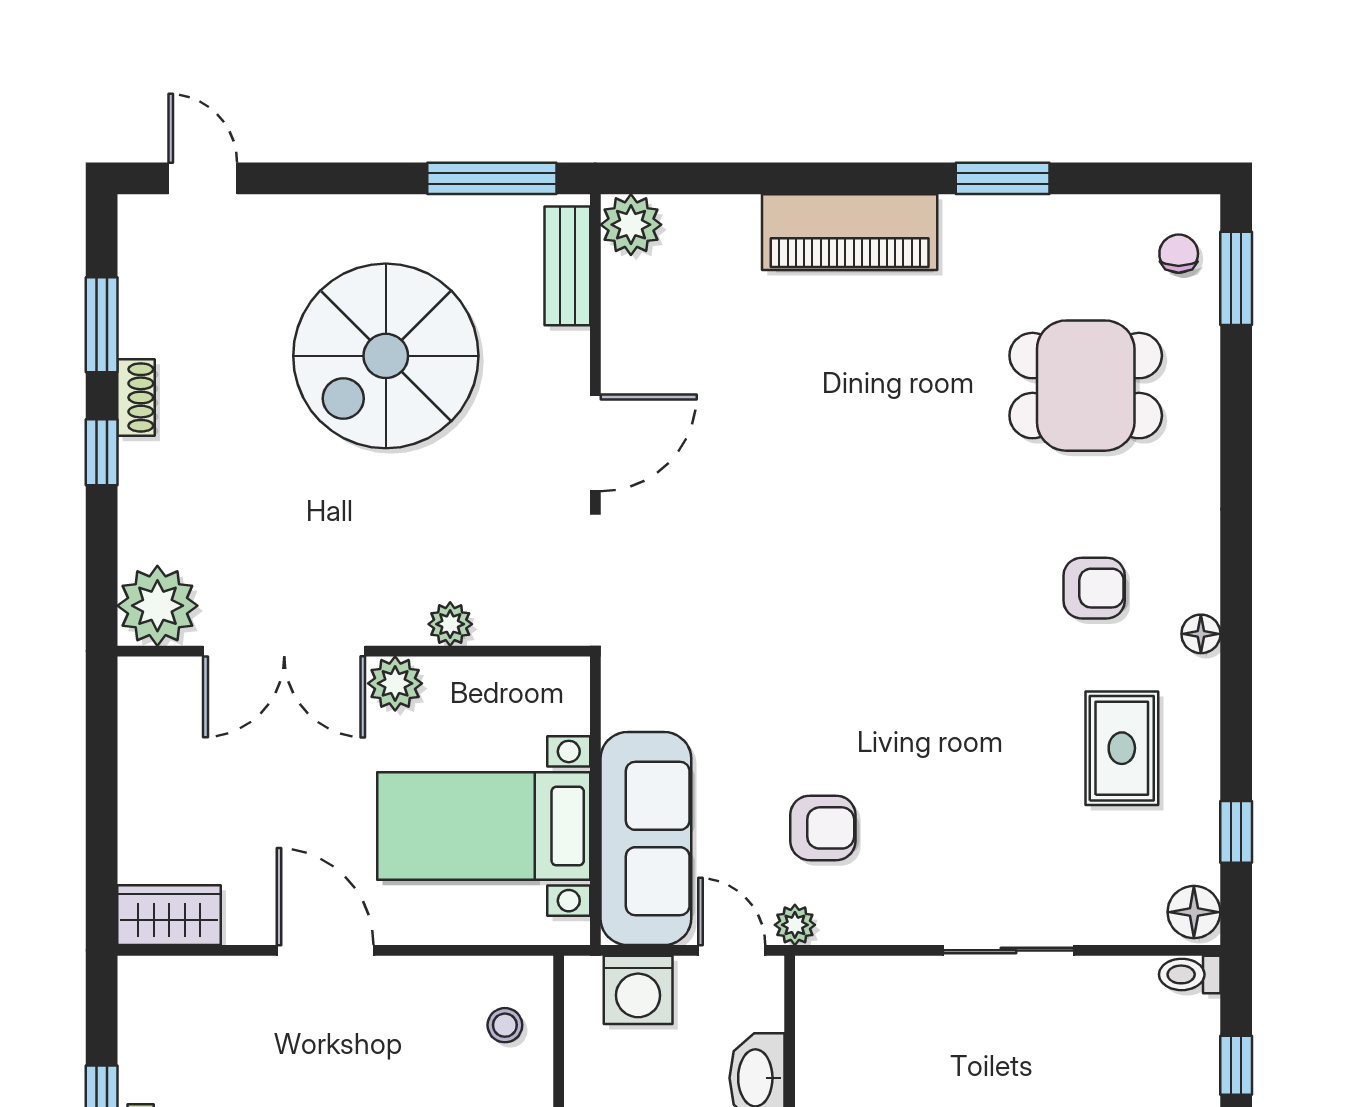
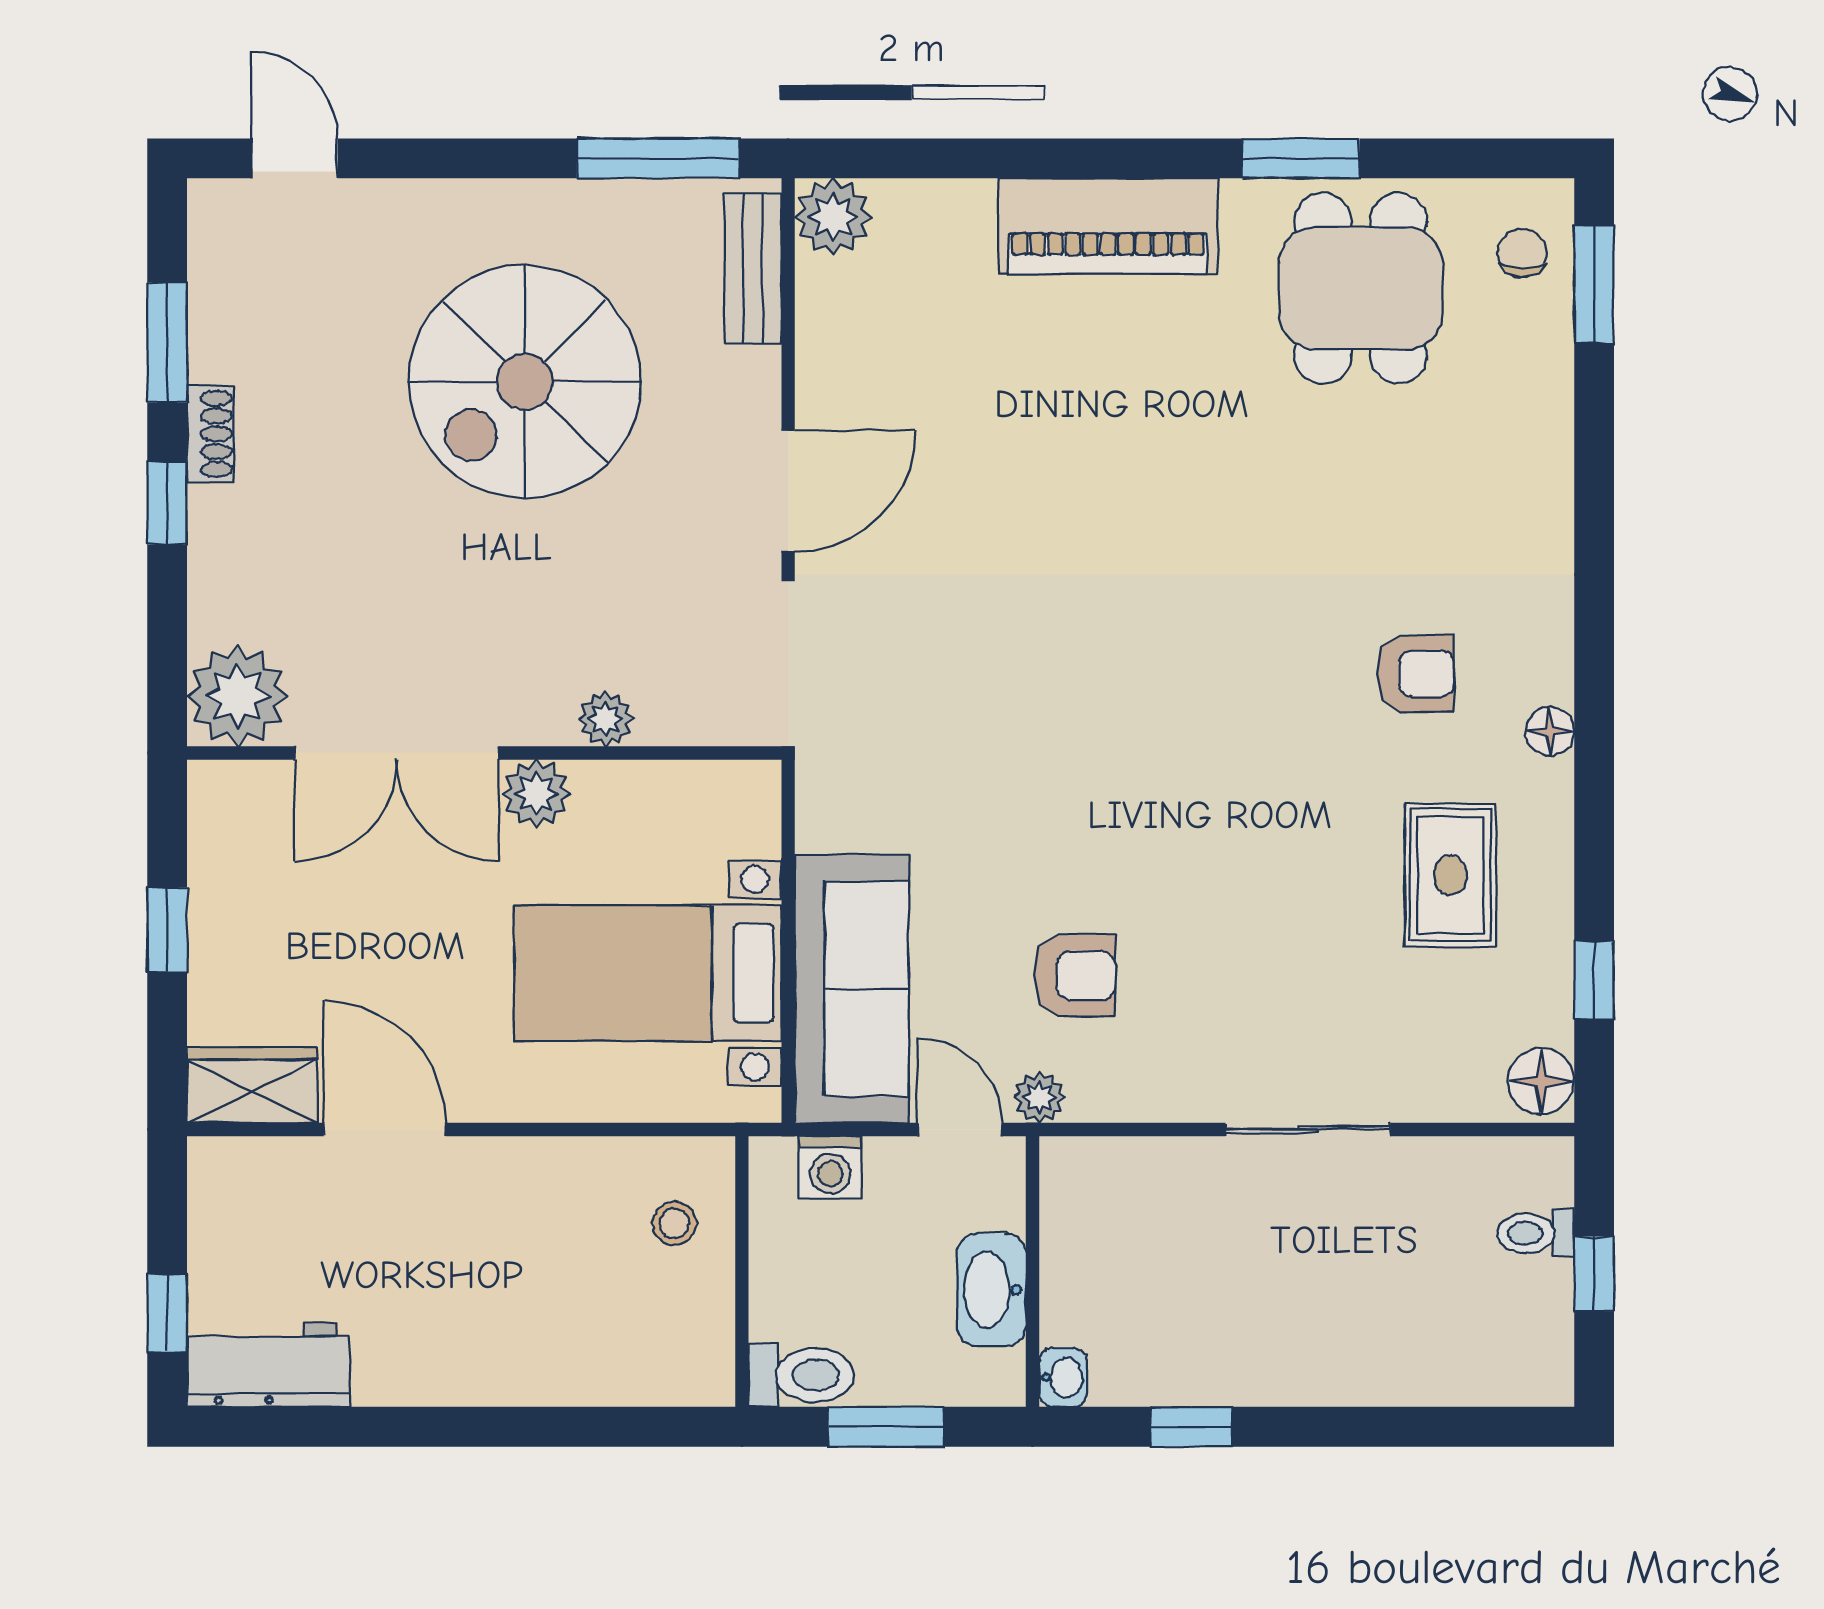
dining table: (1086, 386) -> (1361, 288), moved, turned 90
window: (102, 792) -> (167, 930), added
door: (325, 950) -> (385, 1129), moved
toilet: (1190, 974) -> (1536, 1233), moved
washing machine: (638, 990) -> (830, 1167), width x0.73, depth x0.73

